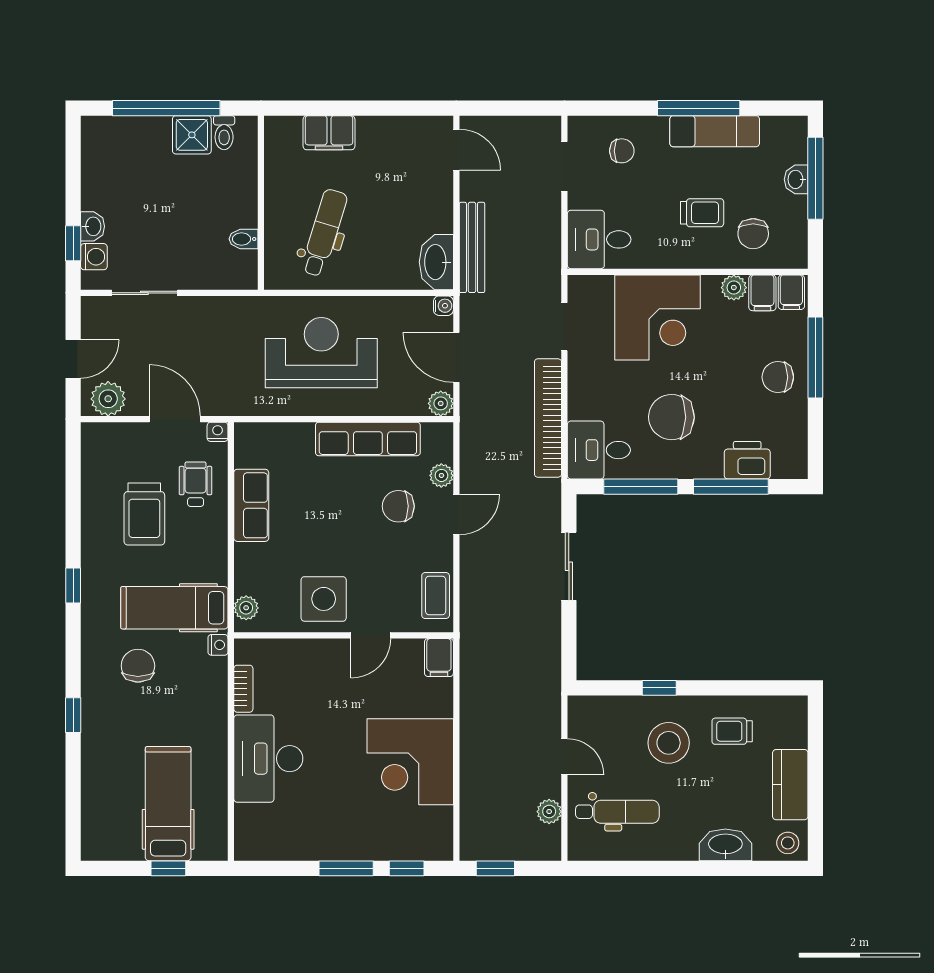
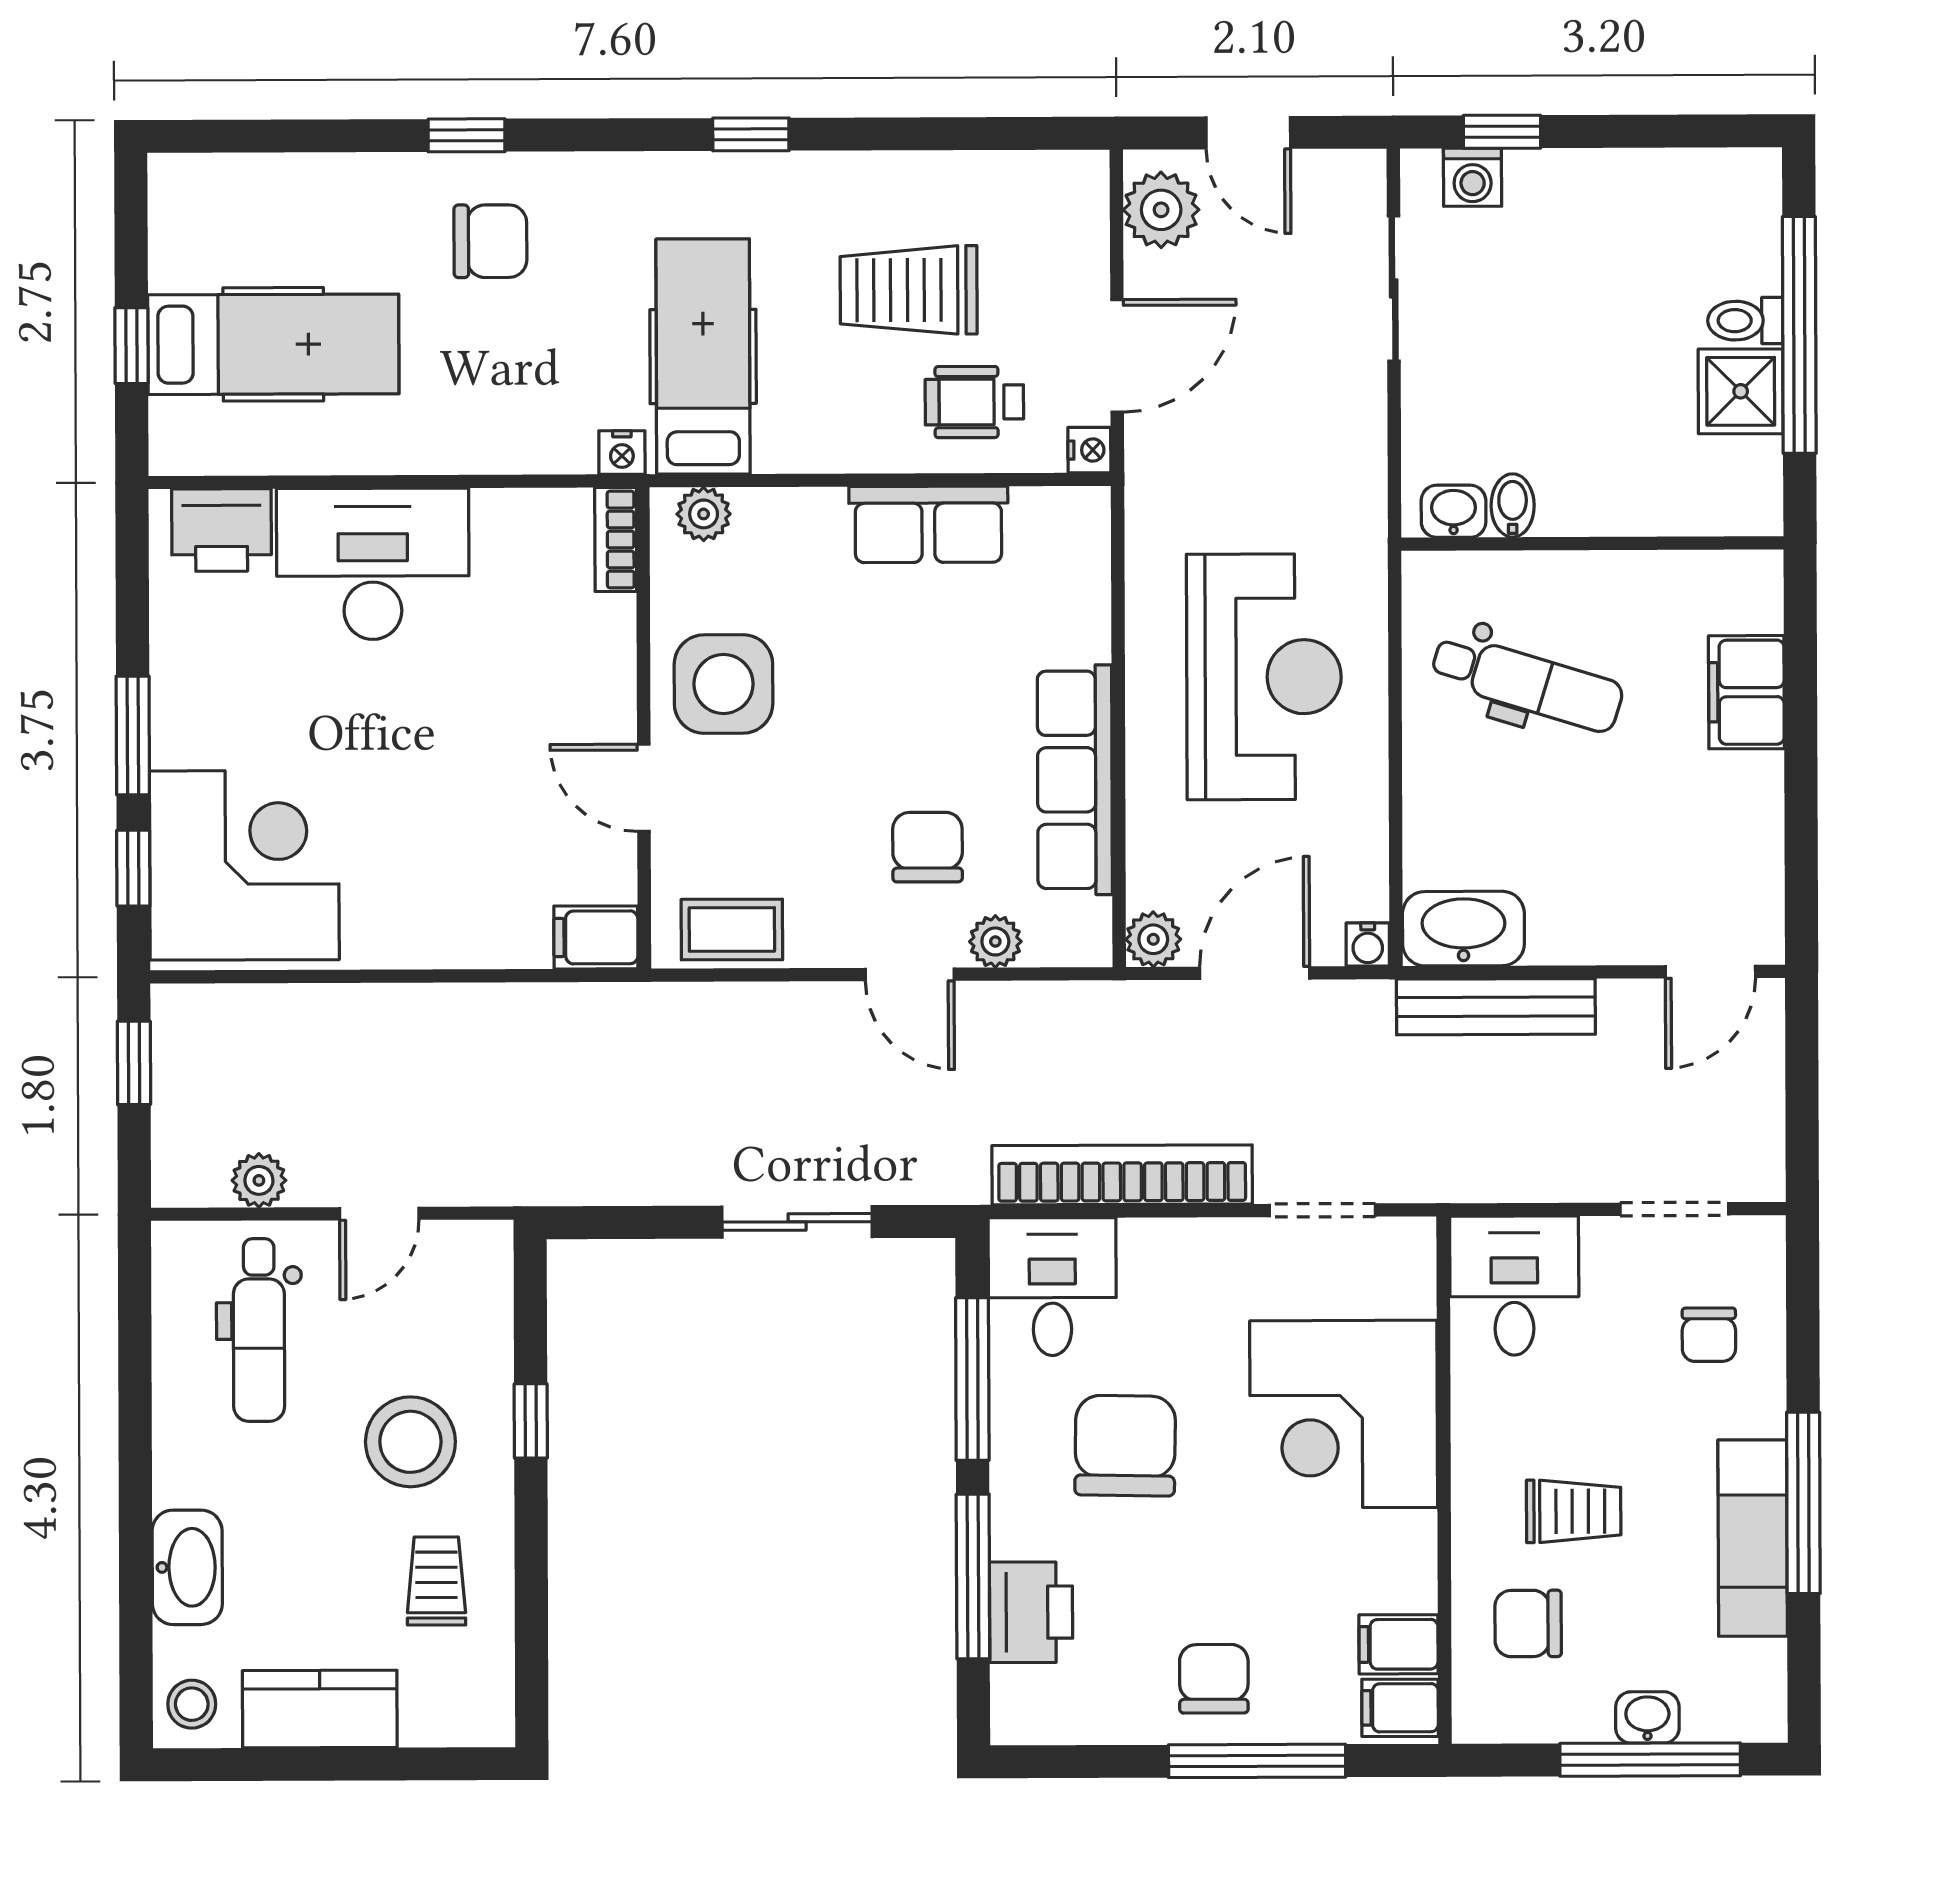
toilet: (224, 133) -> (1745, 321), moved
trolley: (702, 213) -> (1574, 1511), turned -90
washbasin: (93, 226) -> (1454, 511), moved, turned 180
plant: (734, 288) -> (1410, 1582), removed
wheelchair: (196, 484) -> (974, 402), turned 180
chair: (138, 666) -> (490, 241), moved
bookcase: (243, 689) -> (616, 540), moved, turned 90
corner desk: (410, 762) -> (244, 865), moved, turned 90
printer: (253, 828) -> (222, 530), added

